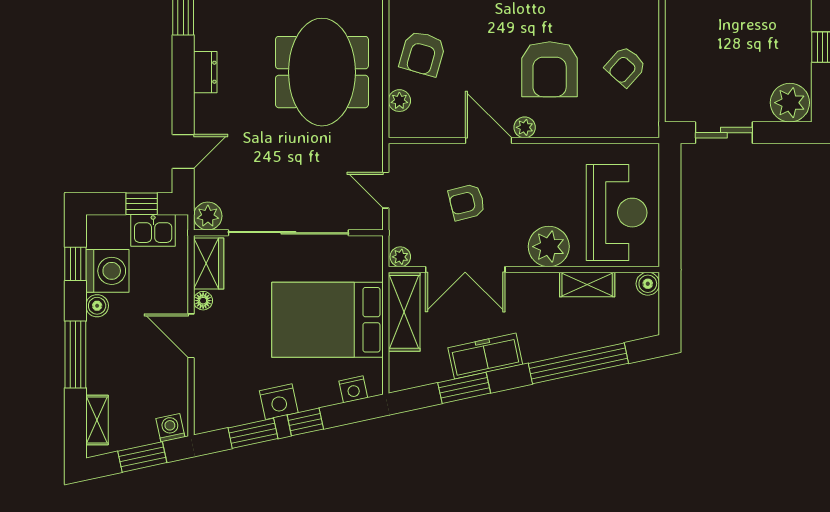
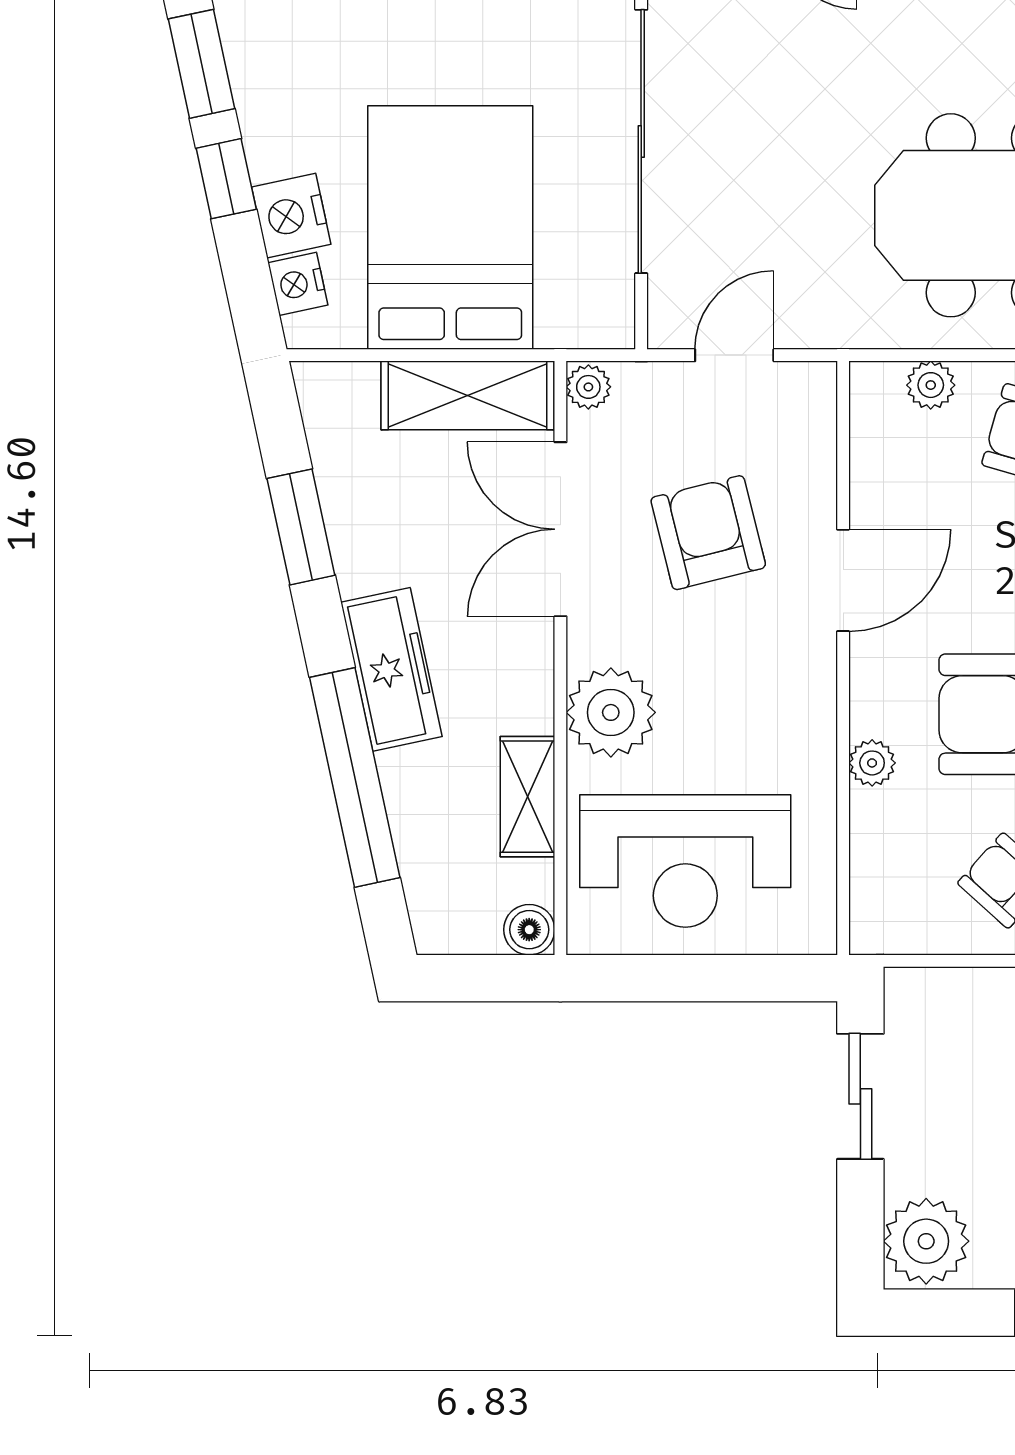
plant: (525, 127) -> (872, 763), moved
armchair: (467, 202) -> (708, 533), width x1.38, depth x1.38
freezer: (485, 356) -> (391, 669), moved
nightstand: (279, 402) -> (291, 216), moved

